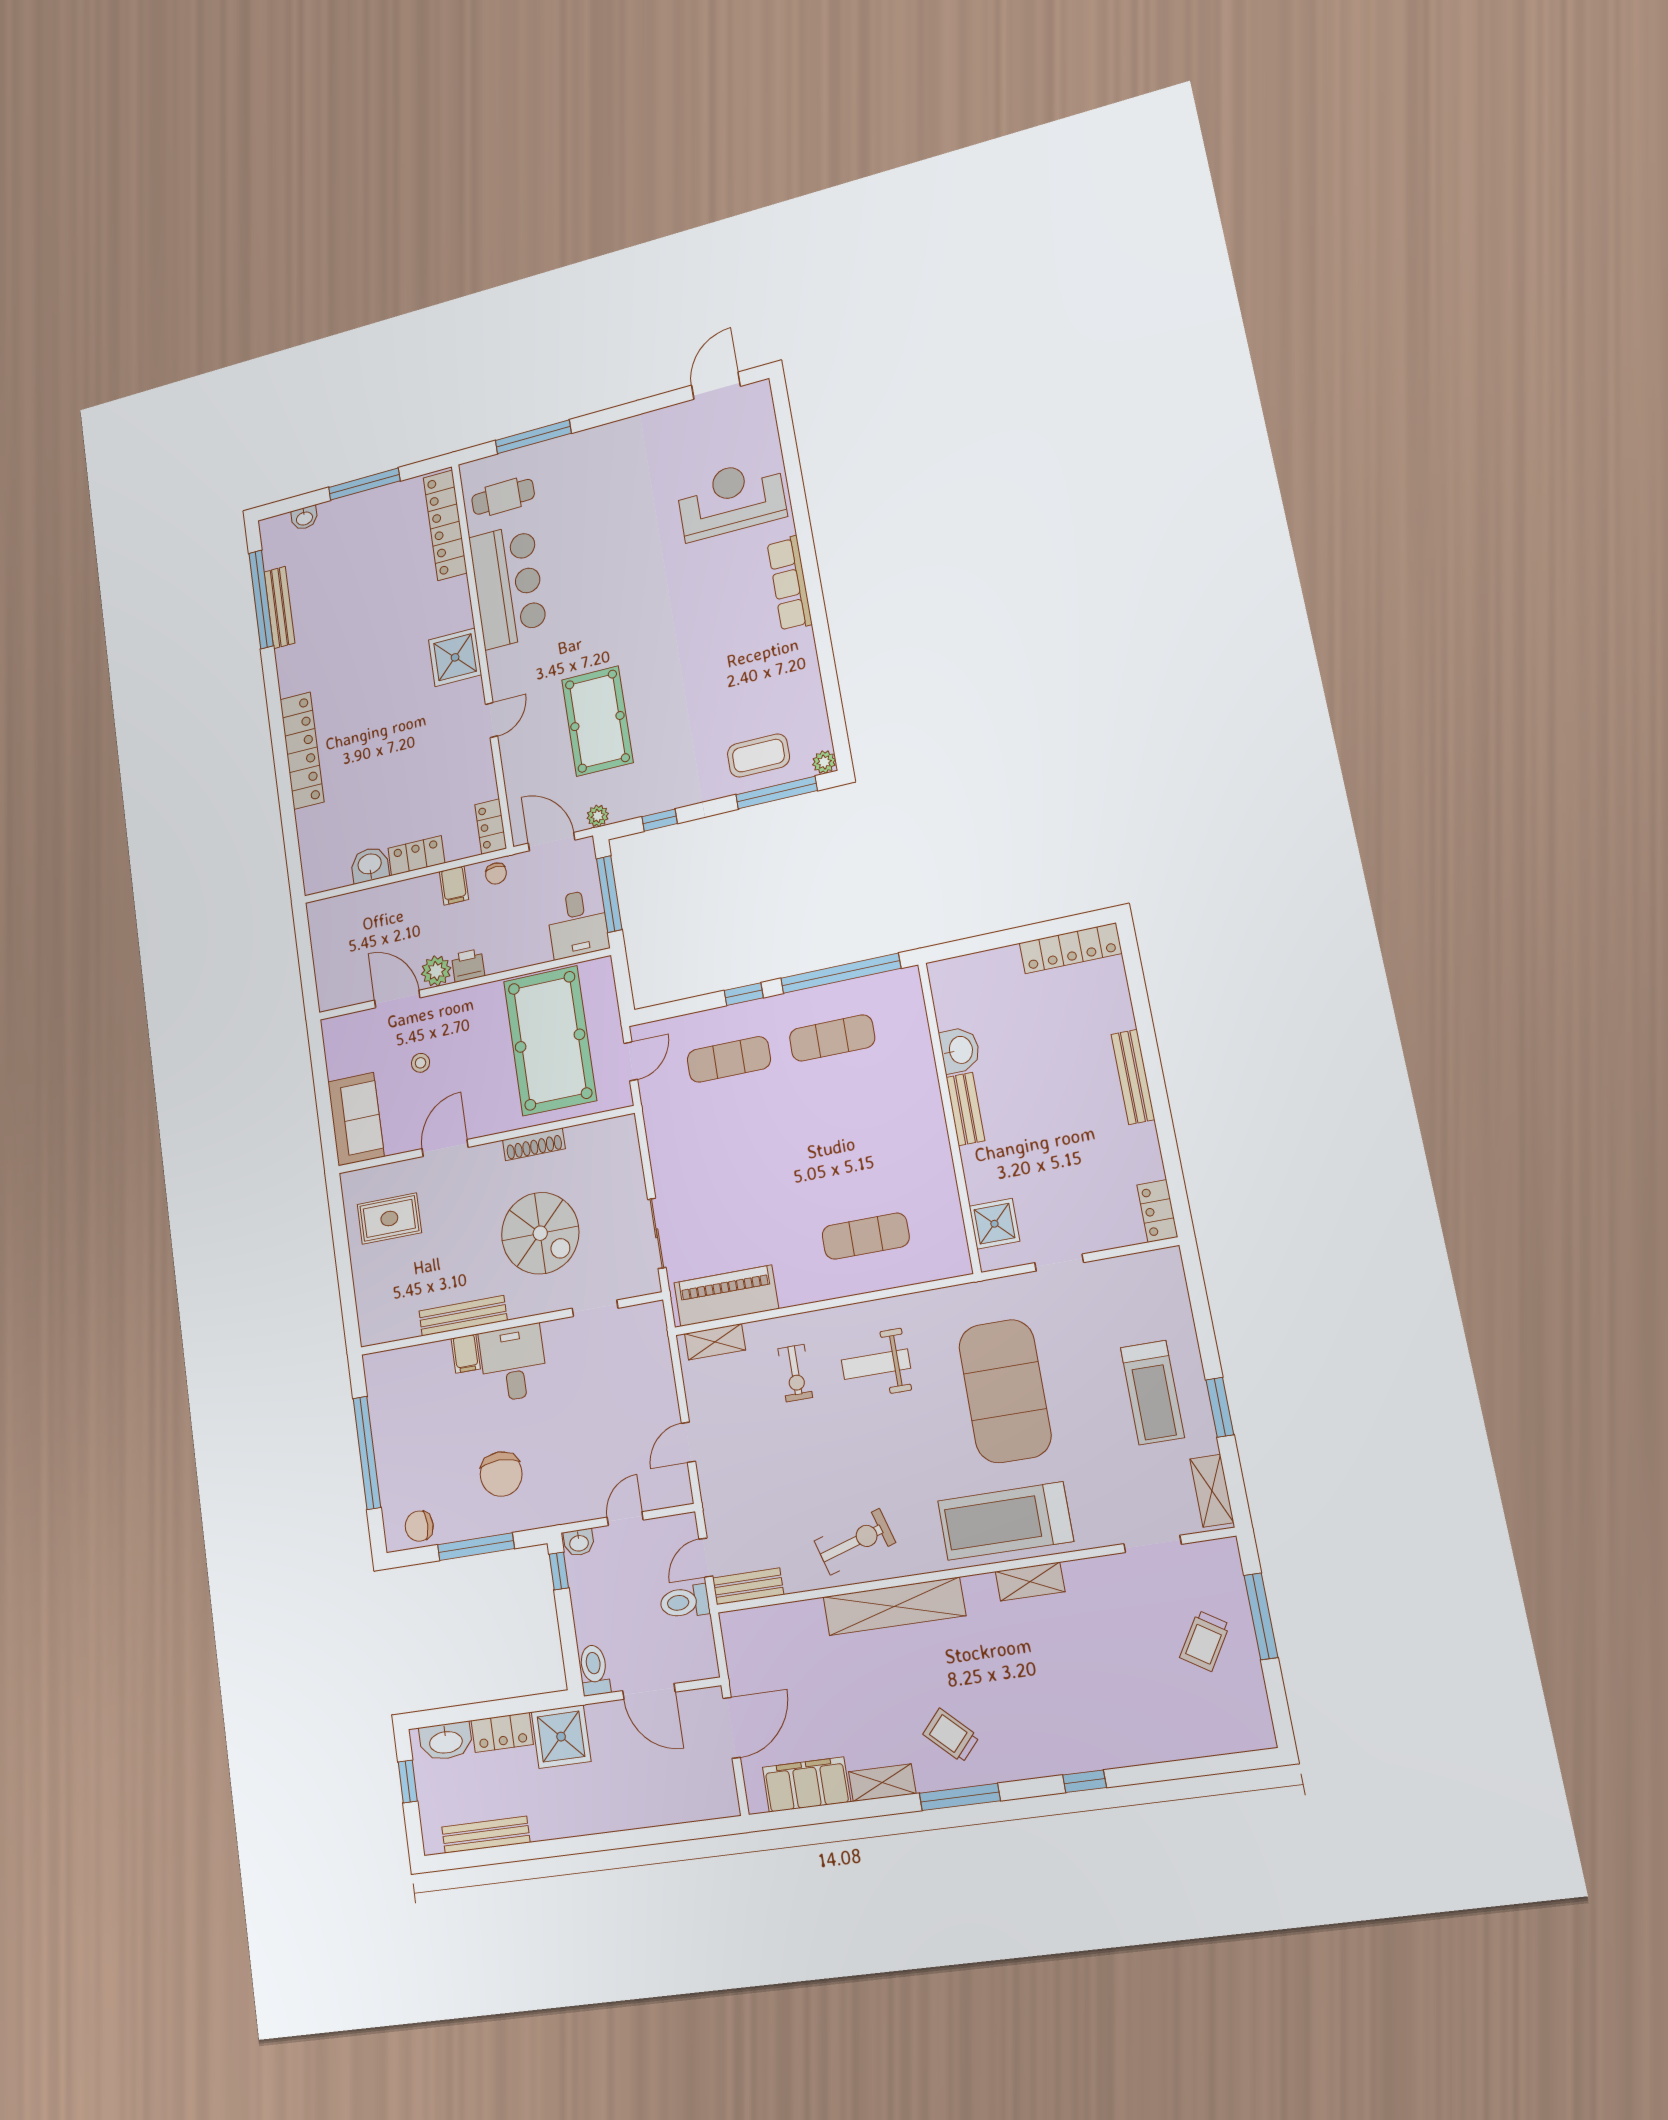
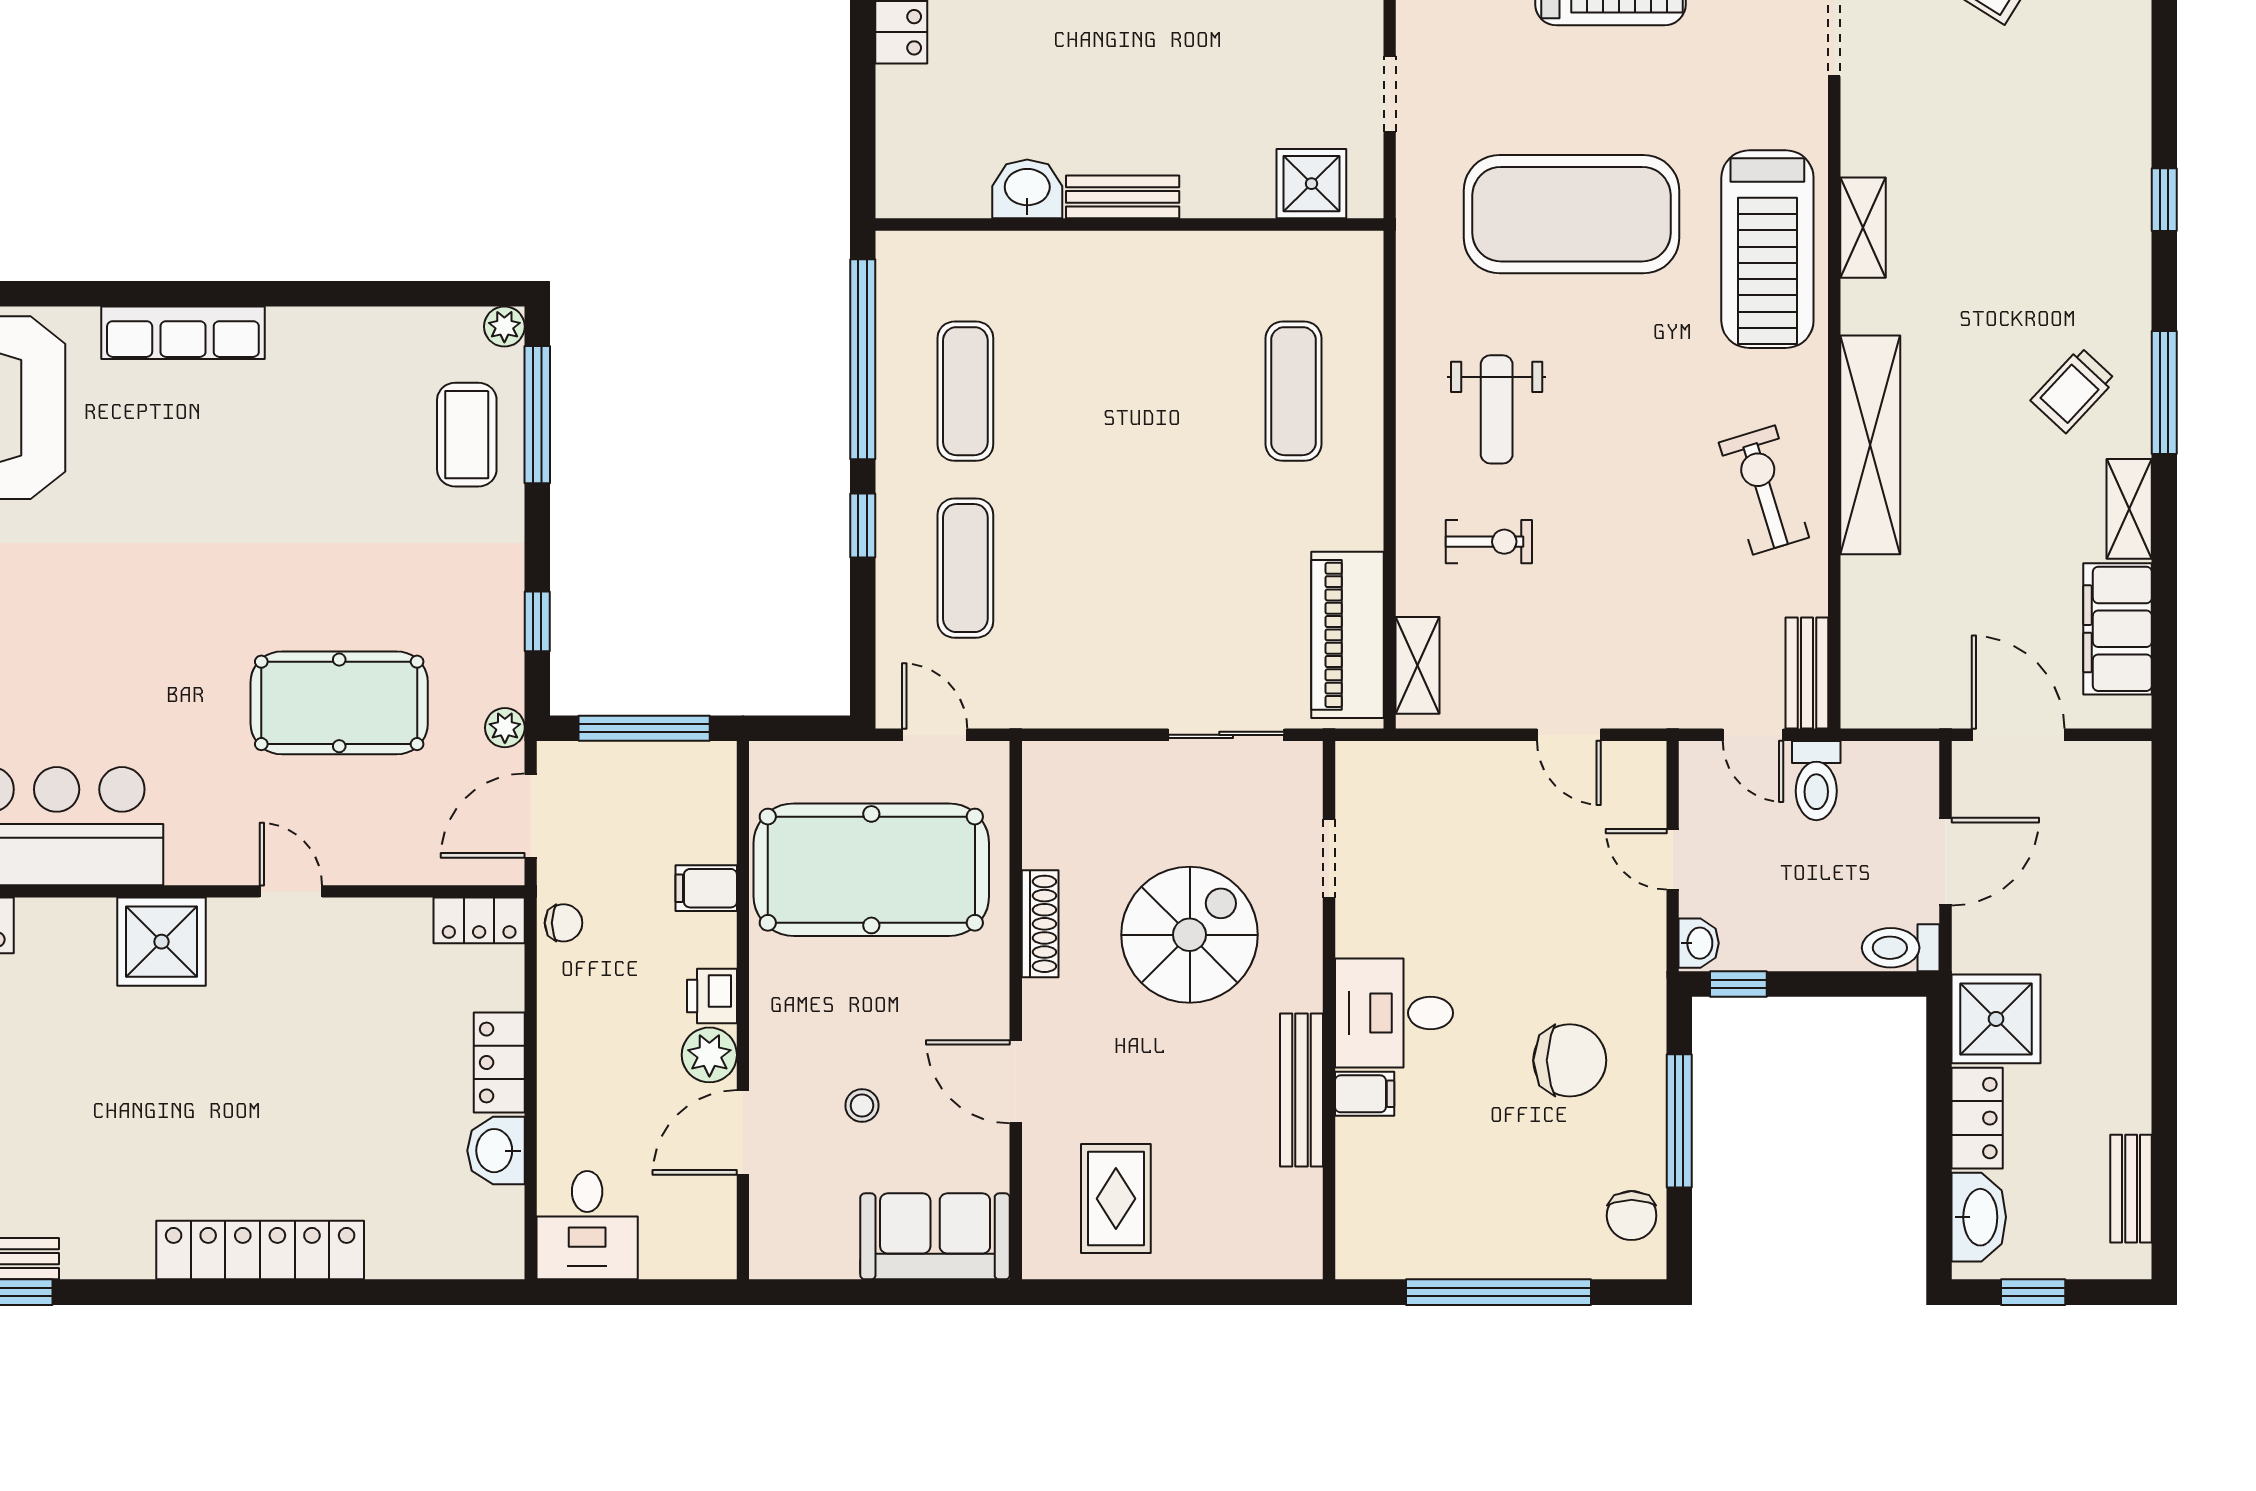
filing cabinet: (454, 885) -> (706, 888), moved, turned 180
desk: (578, 924) -> (587, 1225), moved, turned 90
bench: (486, 1835) -> (2131, 1189), width x0.73

